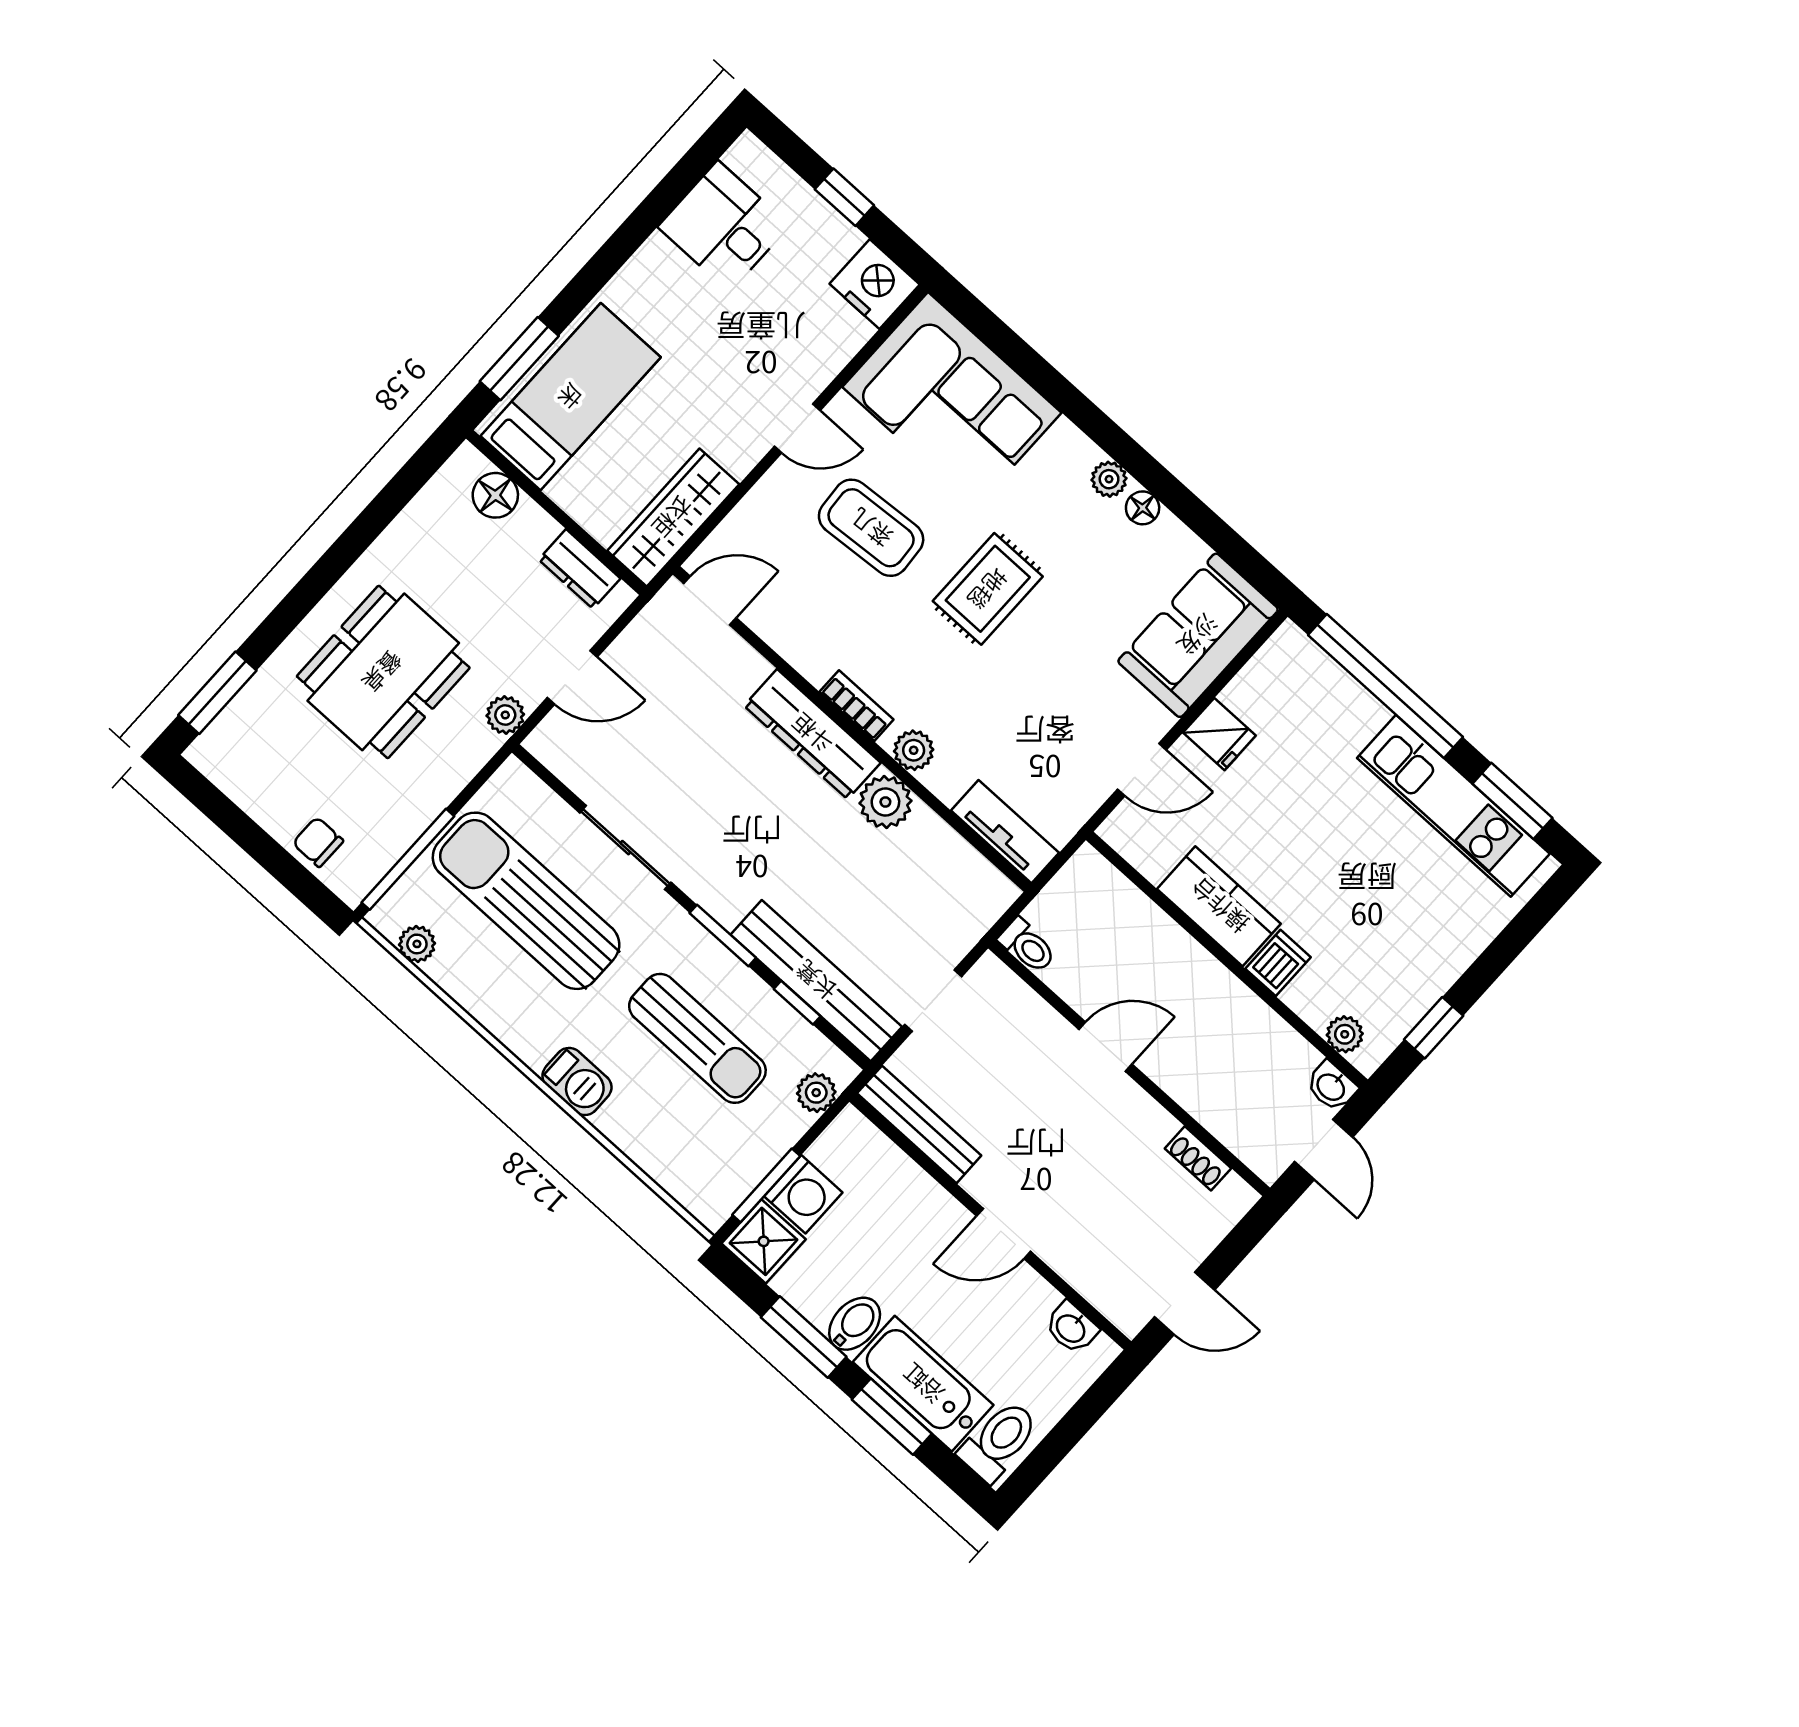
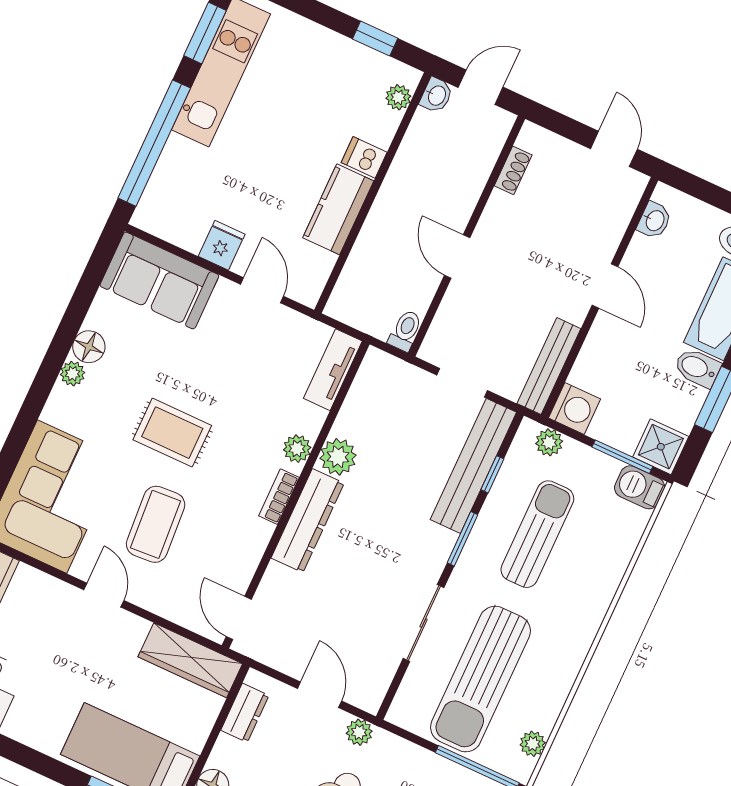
floor lamp: (1143, 508) -> (89, 347), width x1.37, depth x1.37
barbecue: (577, 1082) -> (640, 487), moved, turned -90
washing machine: (803, 1194) -> (574, 408), moved, turned 90

